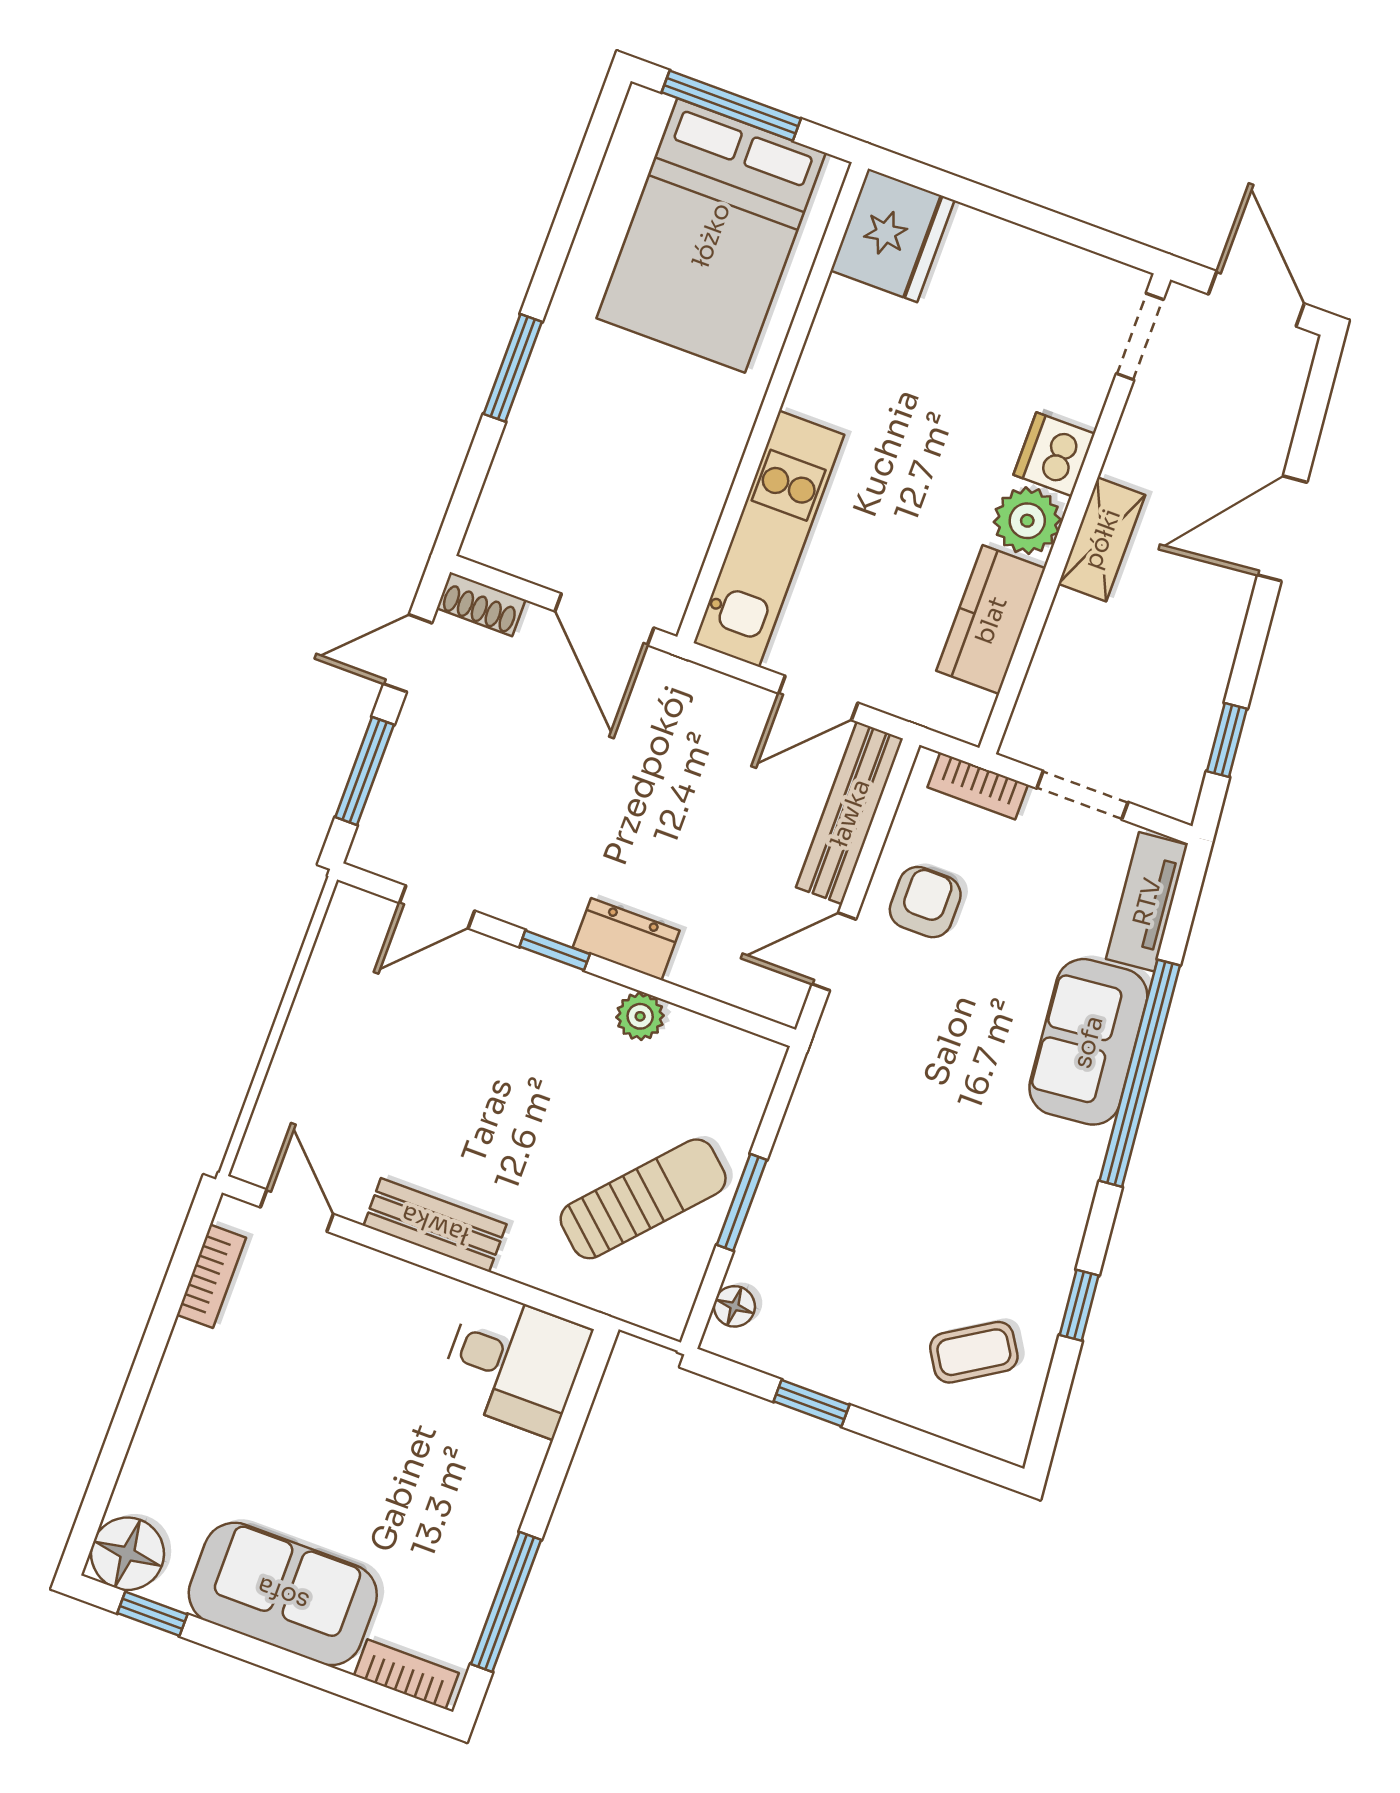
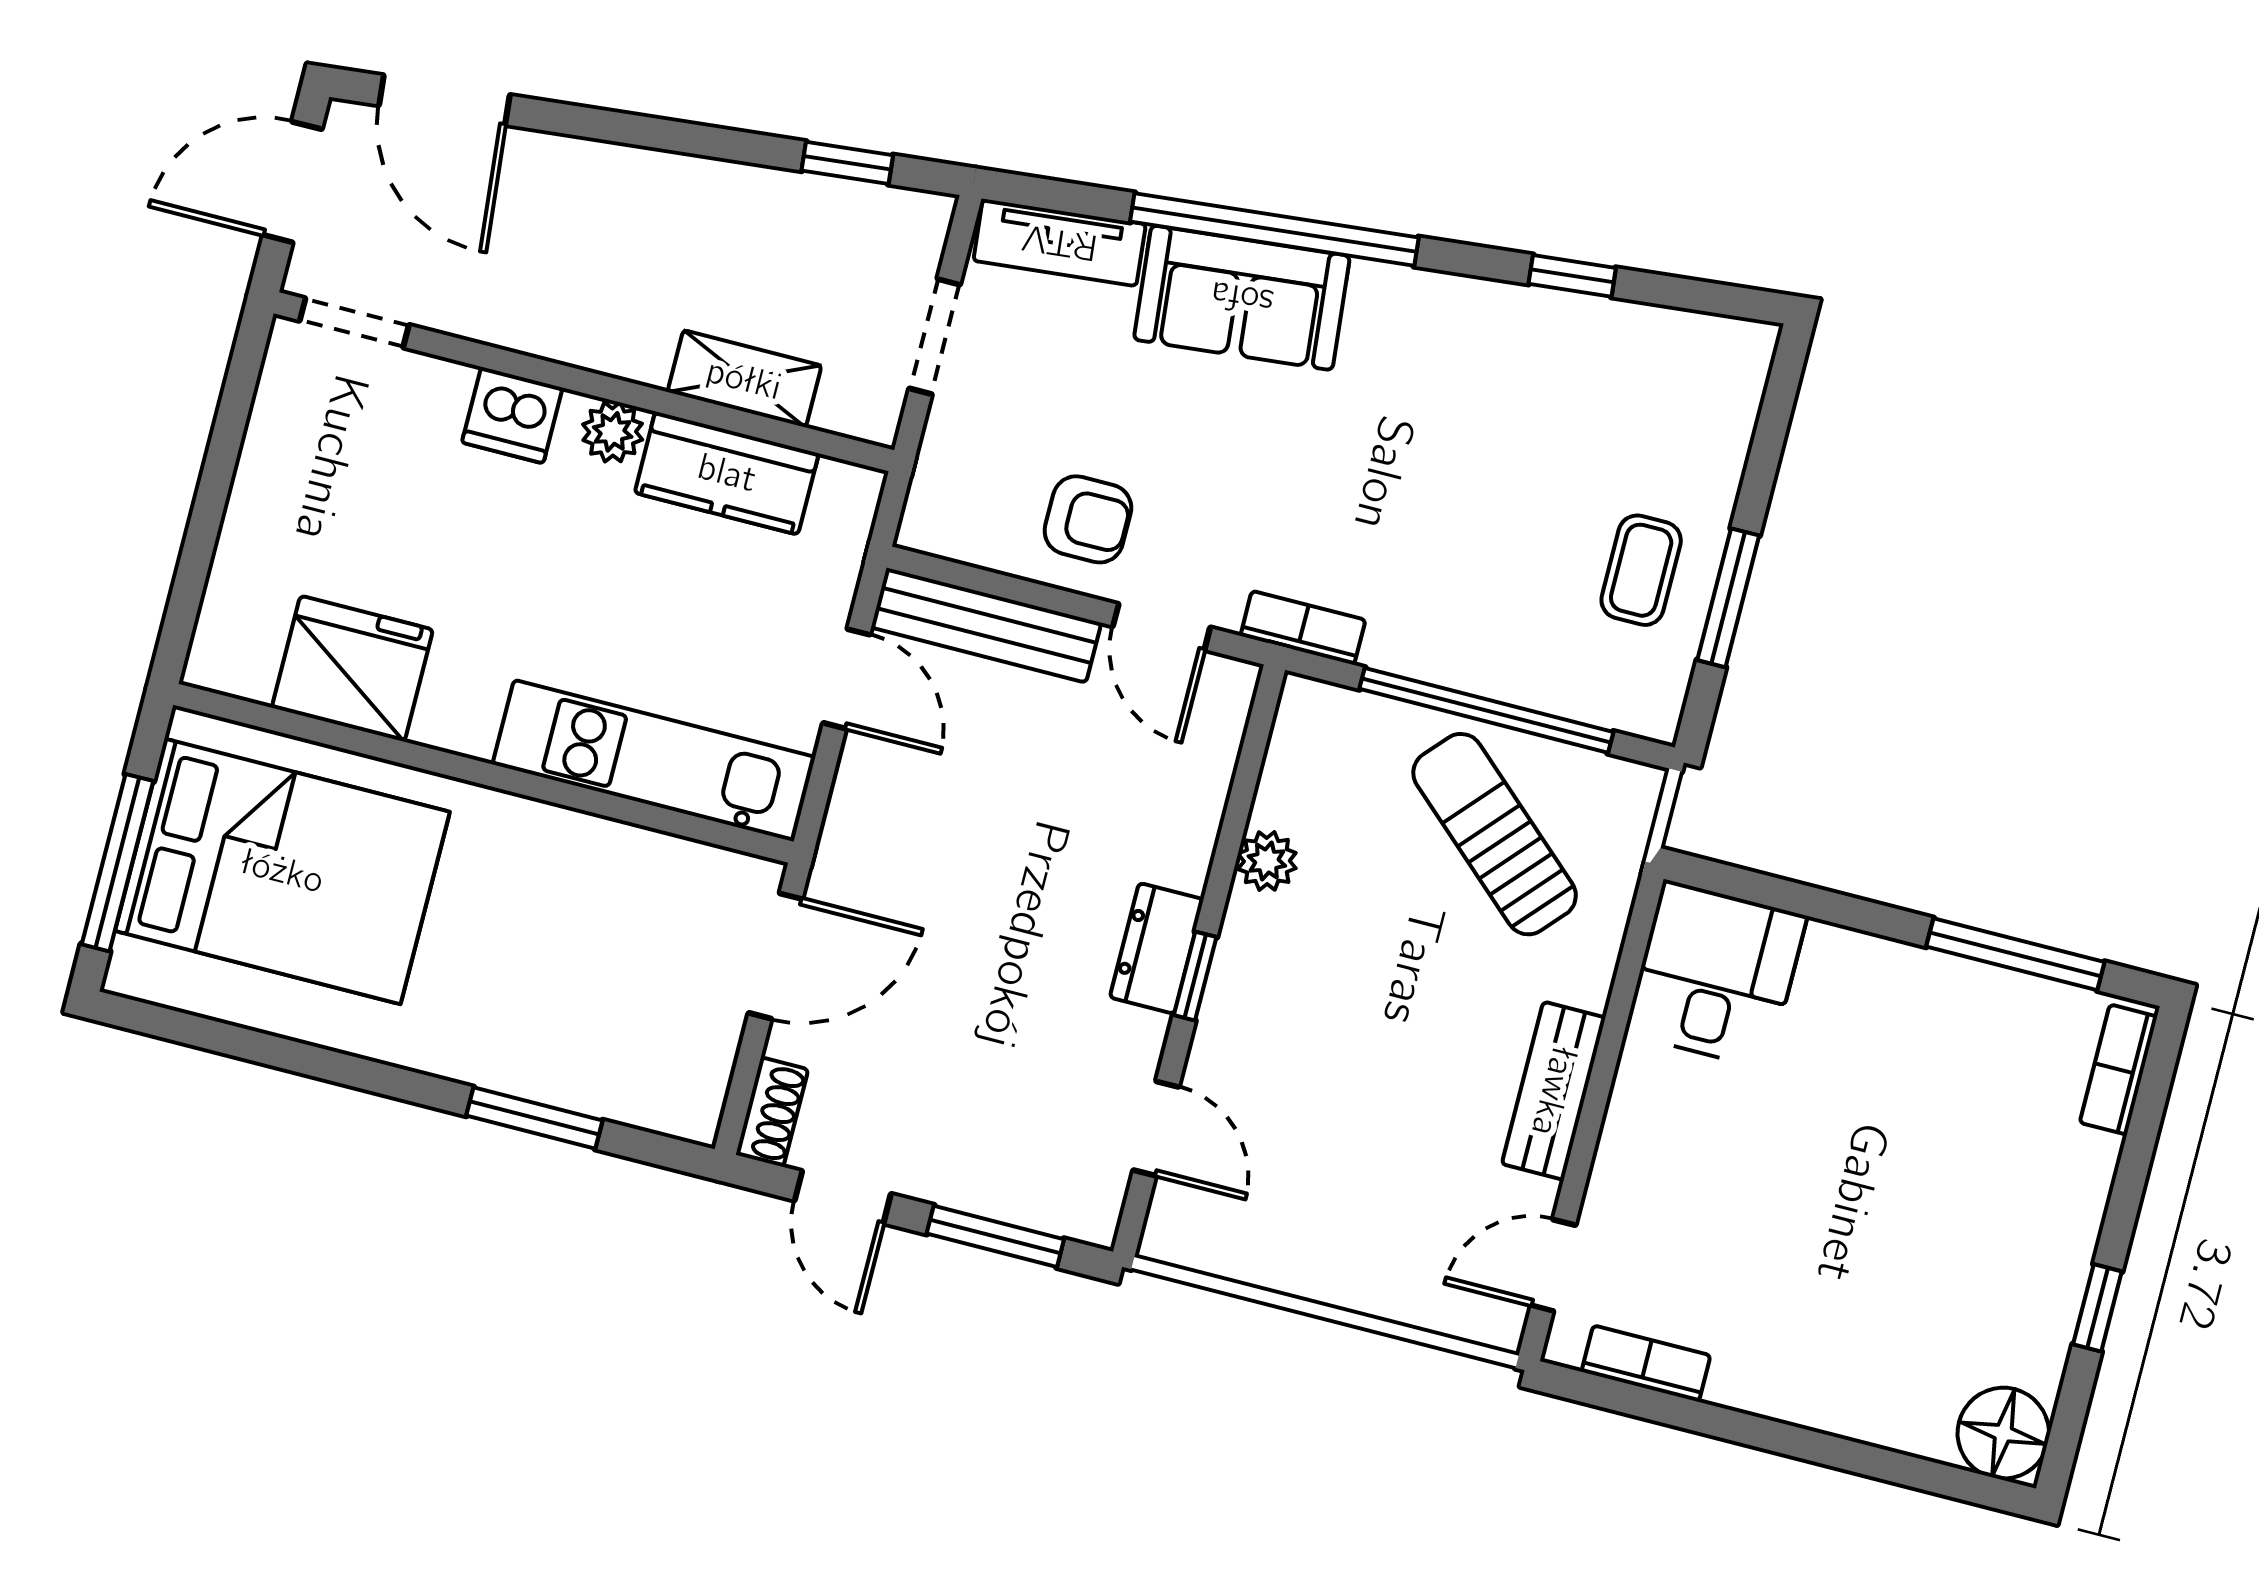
fridge: (893, 235) -> (352, 669), moved
window: (513, 368) -> (534, 1118), moved
plant: (1027, 521) -> (613, 432), width x0.73, depth x0.73
door: (1282, 529) -> (444, 100), moved
shelving: (1102, 539) -> (744, 379), moved
bookcase: (978, 786) -> (1303, 628), moved, turned -90
armchair: (925, 902) -> (1088, 519), turned 180
dresser: (626, 939) -> (1157, 948), moved
window: (742, 1202) -> (1486, 710), width x2.11
floor lamp: (734, 1306) -> (1617, 706), removed
coffee table: (974, 1352) -> (1641, 570), moved, turned 32
window: (811, 1403) -> (1728, 598), width x1.50
sofa: (283, 1594) -> (2034, 1234), removed
window: (152, 1614) -> (2097, 1308), moved

